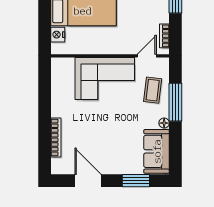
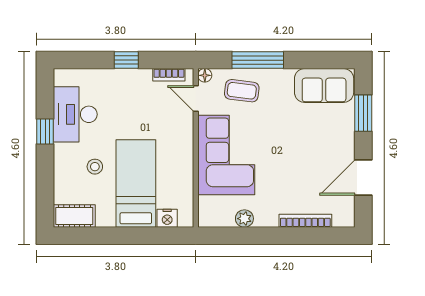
plant: (57, 92) -> (244, 219), added
floor lamp: (164, 123) -> (205, 75), moved

